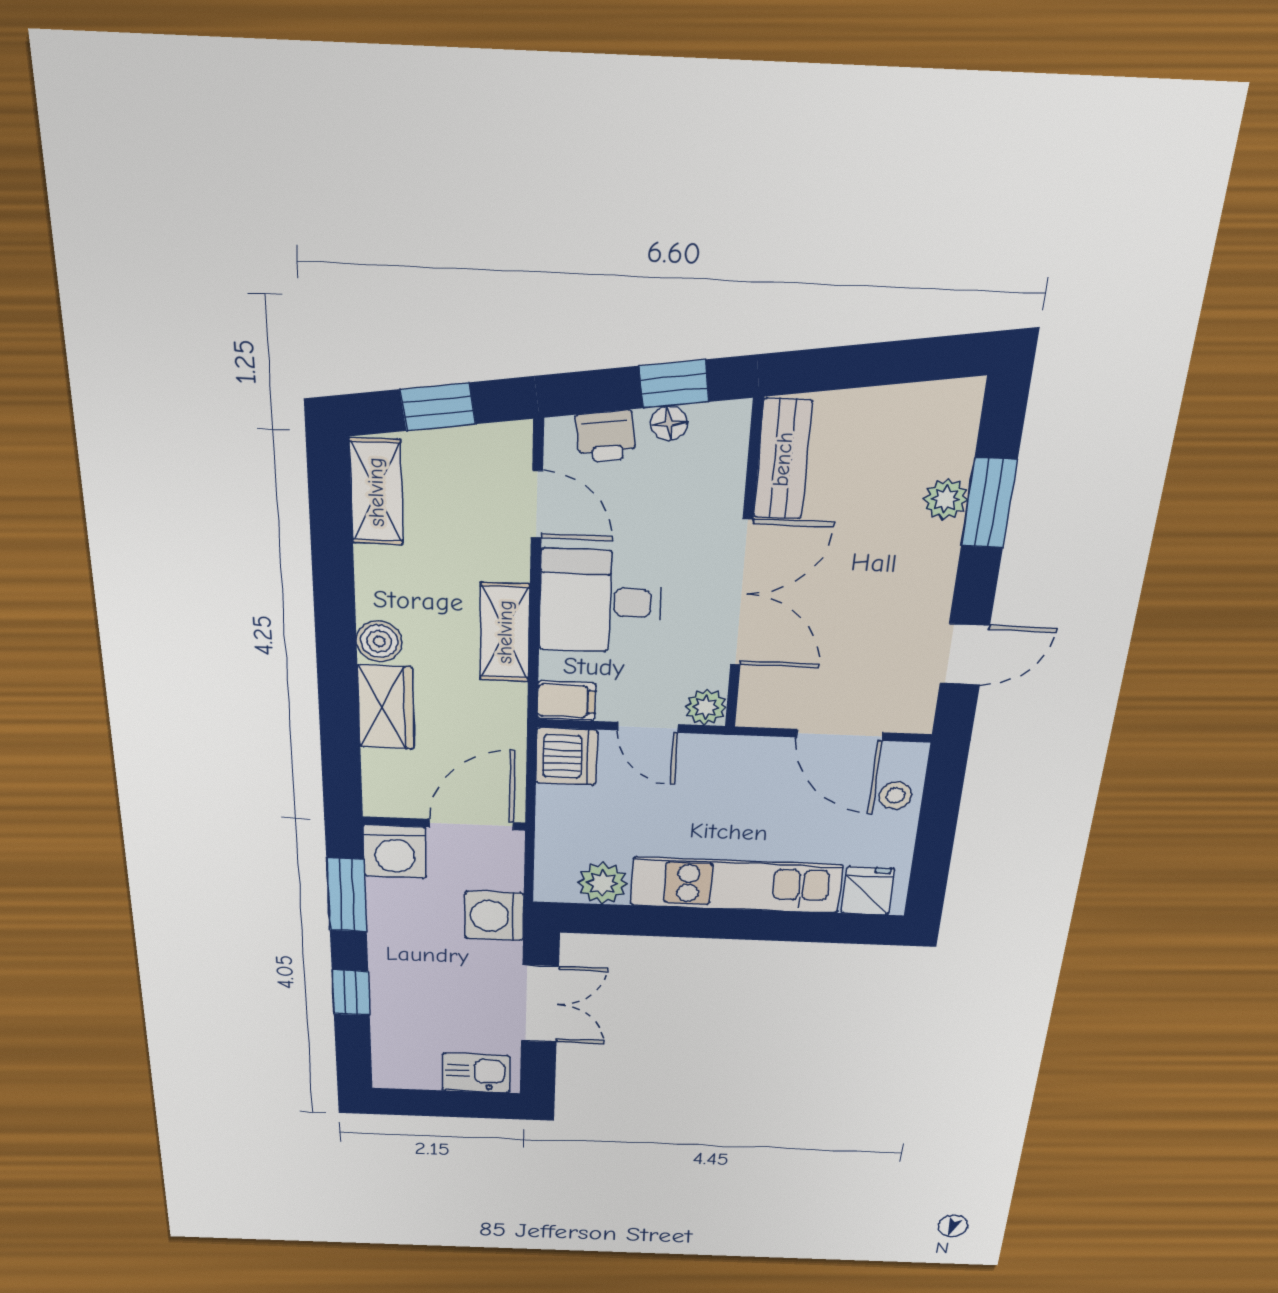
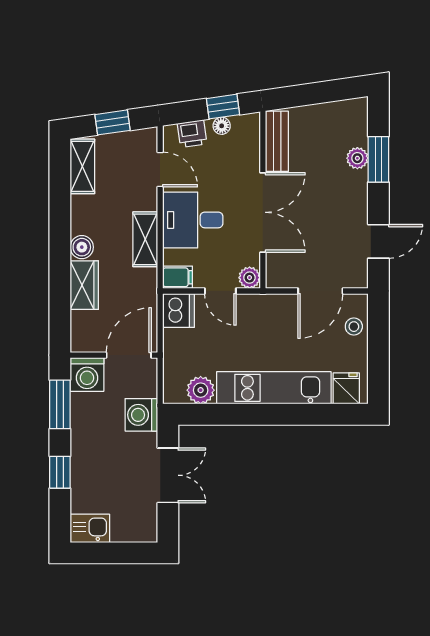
door: (840, 735) -> (320, 291), hinge flipped
kitchen sink: (476, 1073) -> (90, 528), moved

